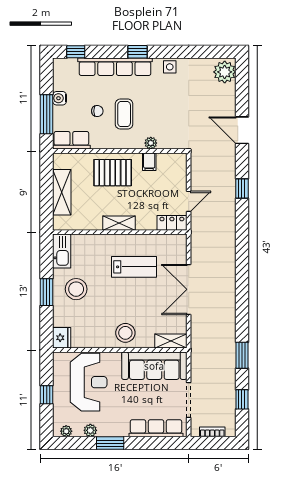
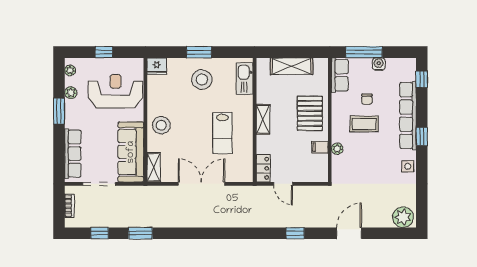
kitchen sink: (62, 251) -> (245, 79), moved, turned 90
reception desk: (89, 382) -> (116, 91), turned 180

